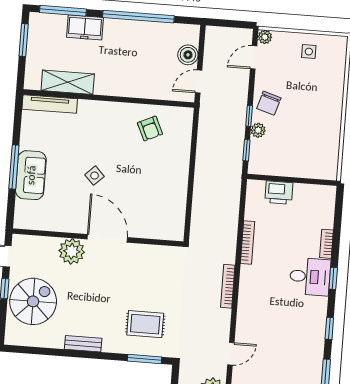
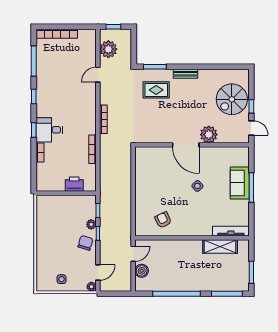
freezer: (85, 27) -> (211, 284), removed
bench: (83, 344) -> (185, 74), moved

